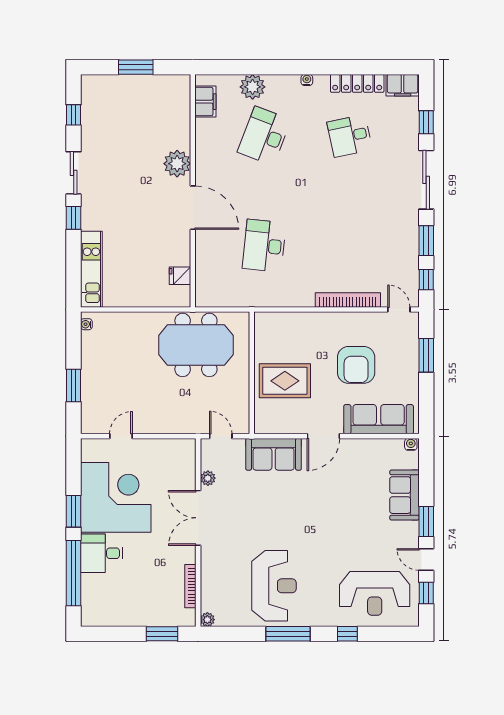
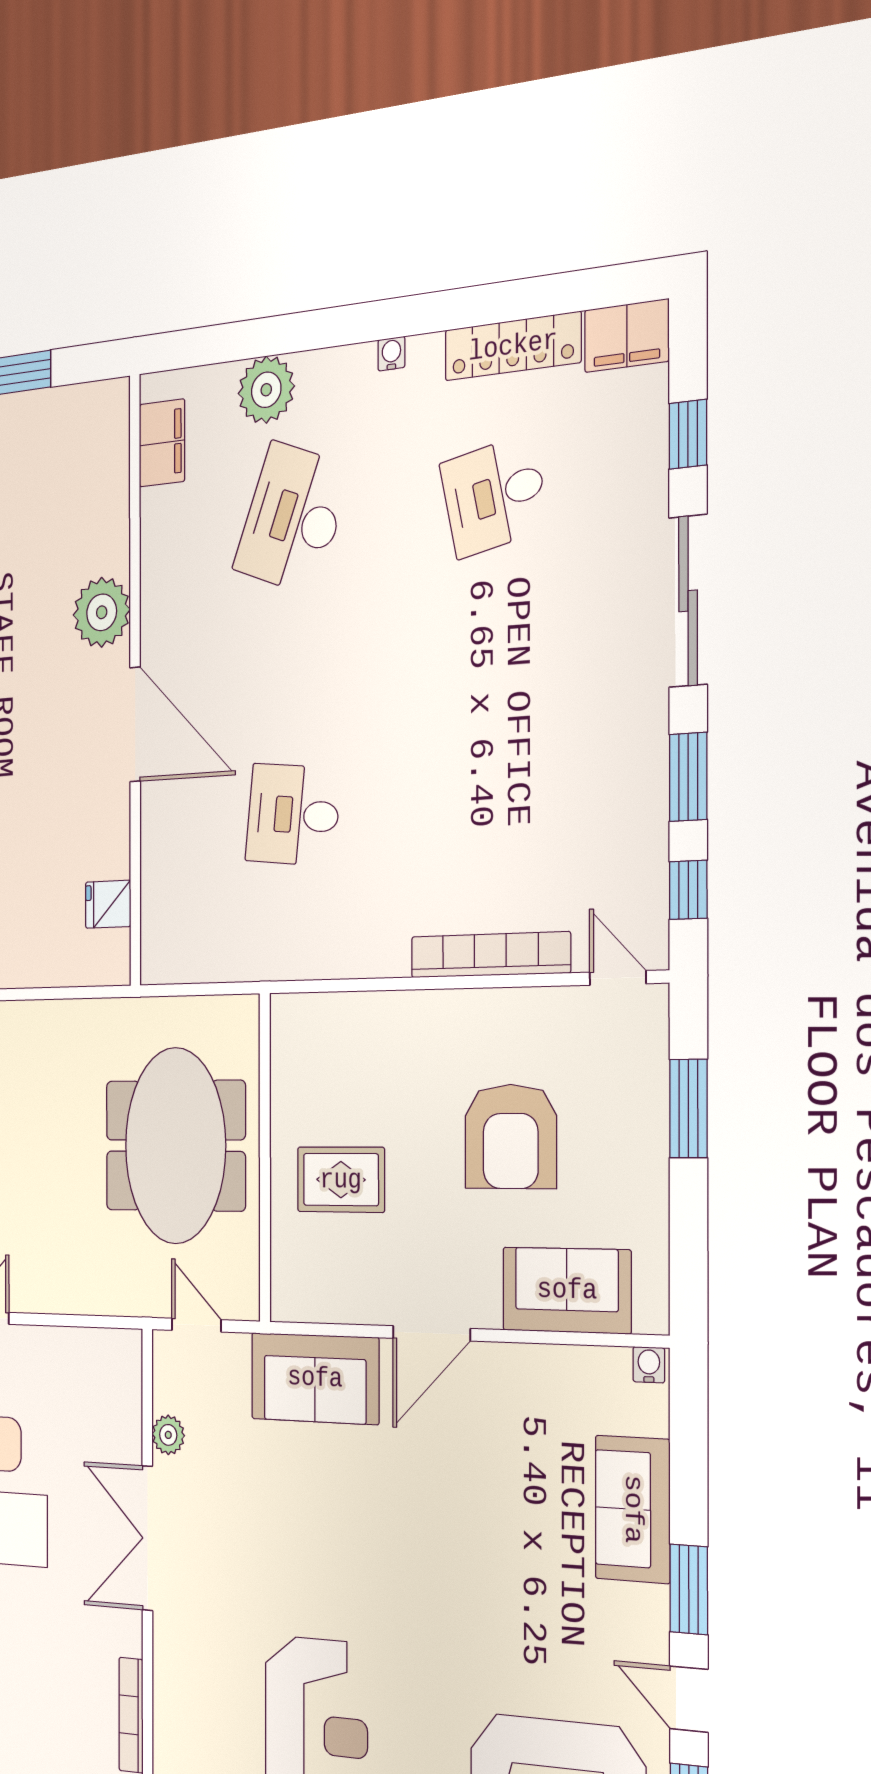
desk: (264, 246) -> (293, 815), width x0.73
meeting table: (196, 345) -> (175, 1146), moved, turned 90
rug: (285, 381) -> (341, 1180), width x0.73, depth x0.70
sofa: (379, 419) -> (567, 1290), width x0.73

